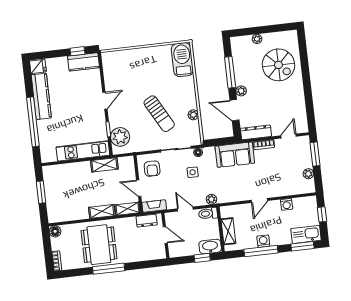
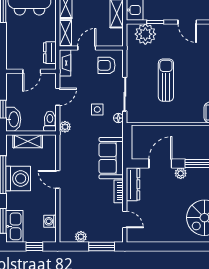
sun lounger: (159, 114) -> (166, 80), turned 119
plant: (193, 115) -> (160, 118), removed
washing machine: (287, 204) -> (50, 221), moved
washing machine: (263, 241) -> (18, 178), width x1.89, depth x1.89

